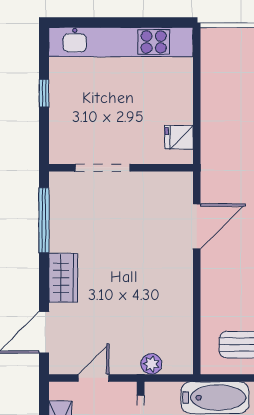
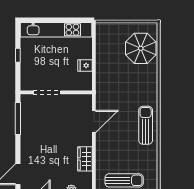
fridge: (179, 137) -> (85, 66), moved
wardrobe: (63, 278) -> (85, 159), moved, turned 180

